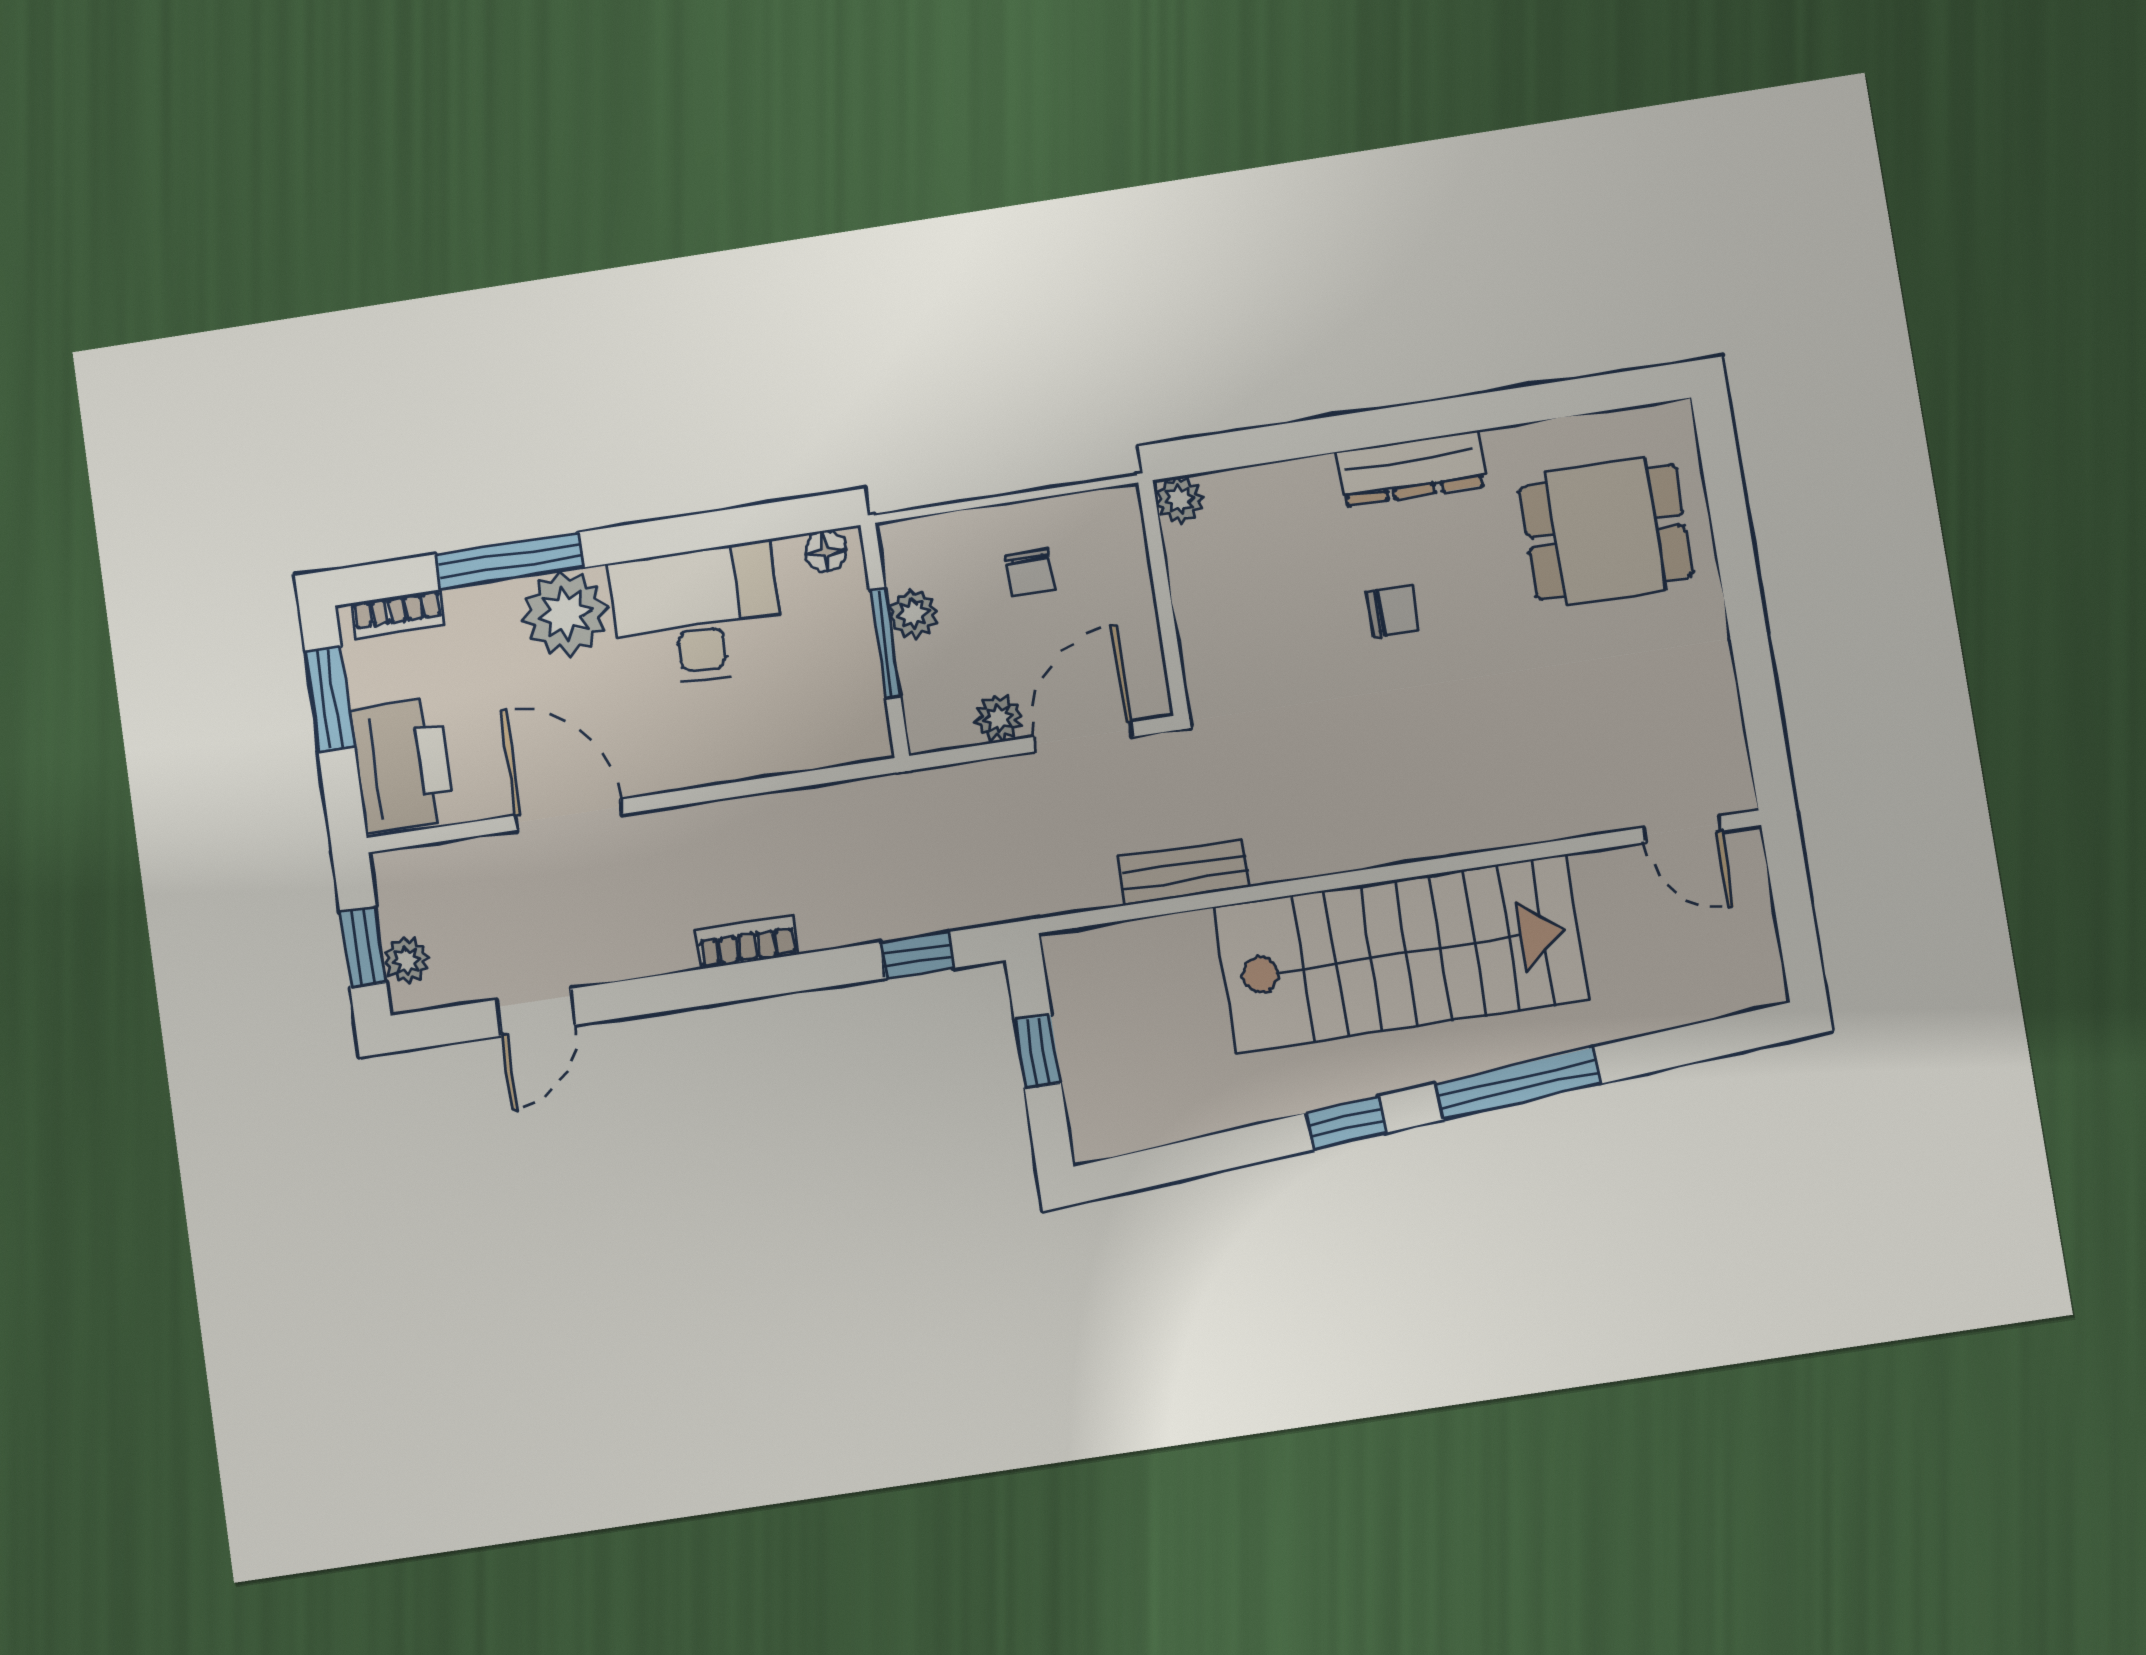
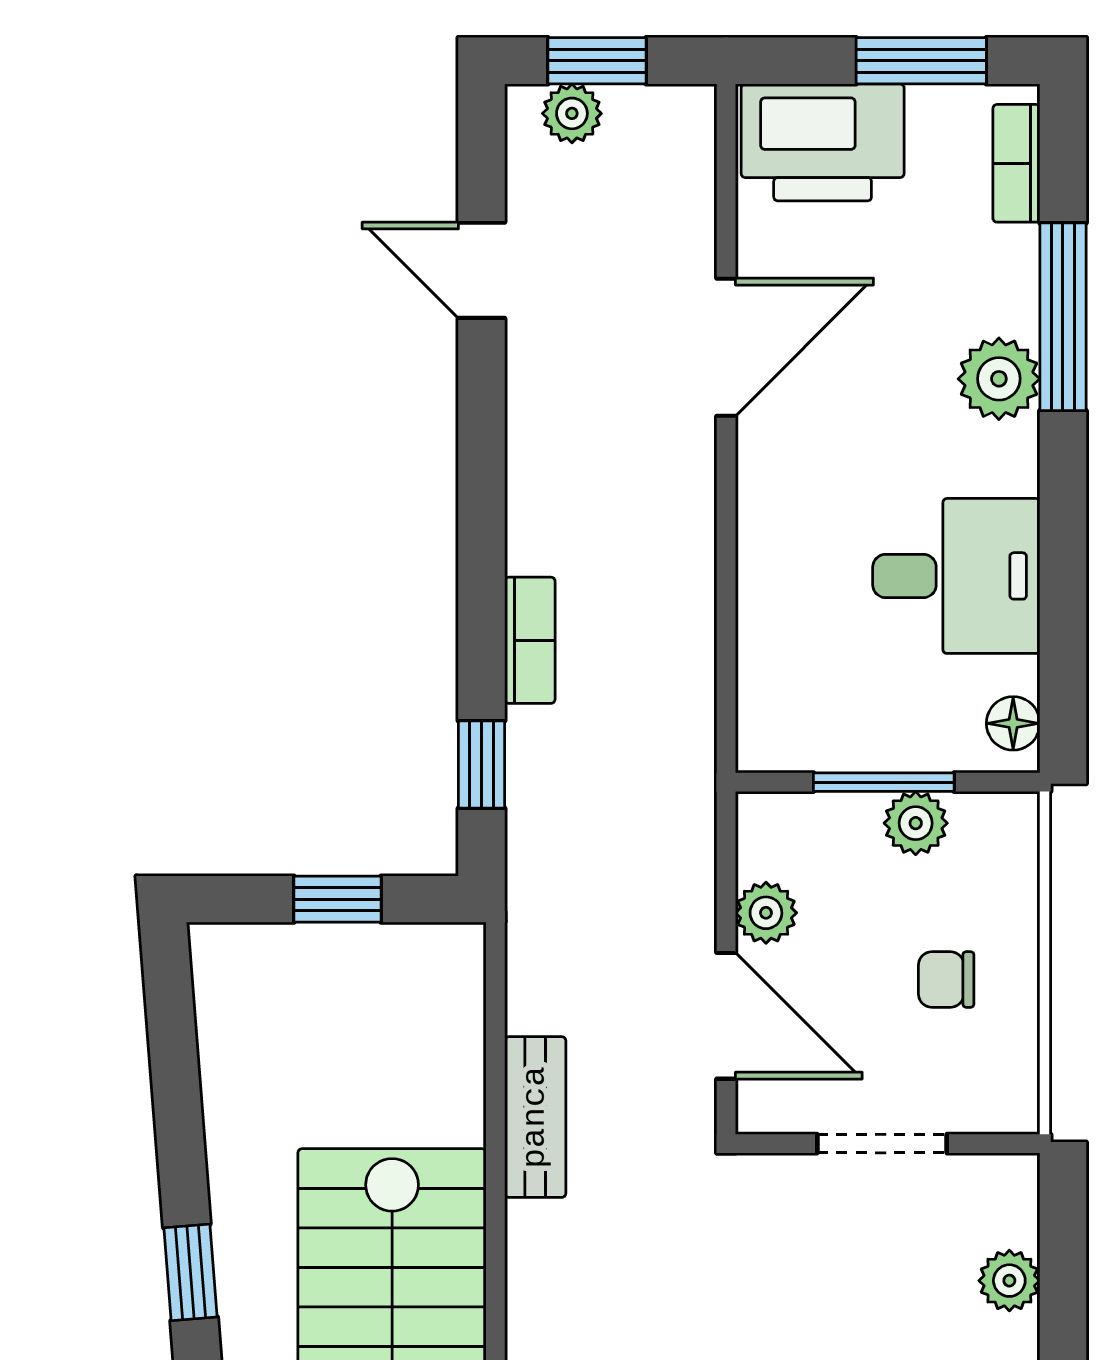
plant: (1180, 500) -> (1009, 1281), moved
doorway: (1164, 602) -> (882, 1144), added
plant: (565, 614) -> (999, 379), width x0.73, depth x0.73
desk: (697, 615) -> (956, 576), width x0.73
bookcase: (747, 942) -> (530, 640), moved

